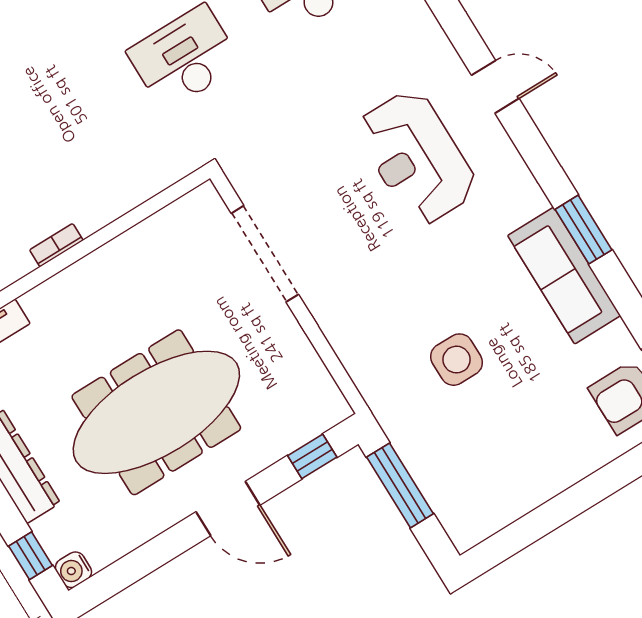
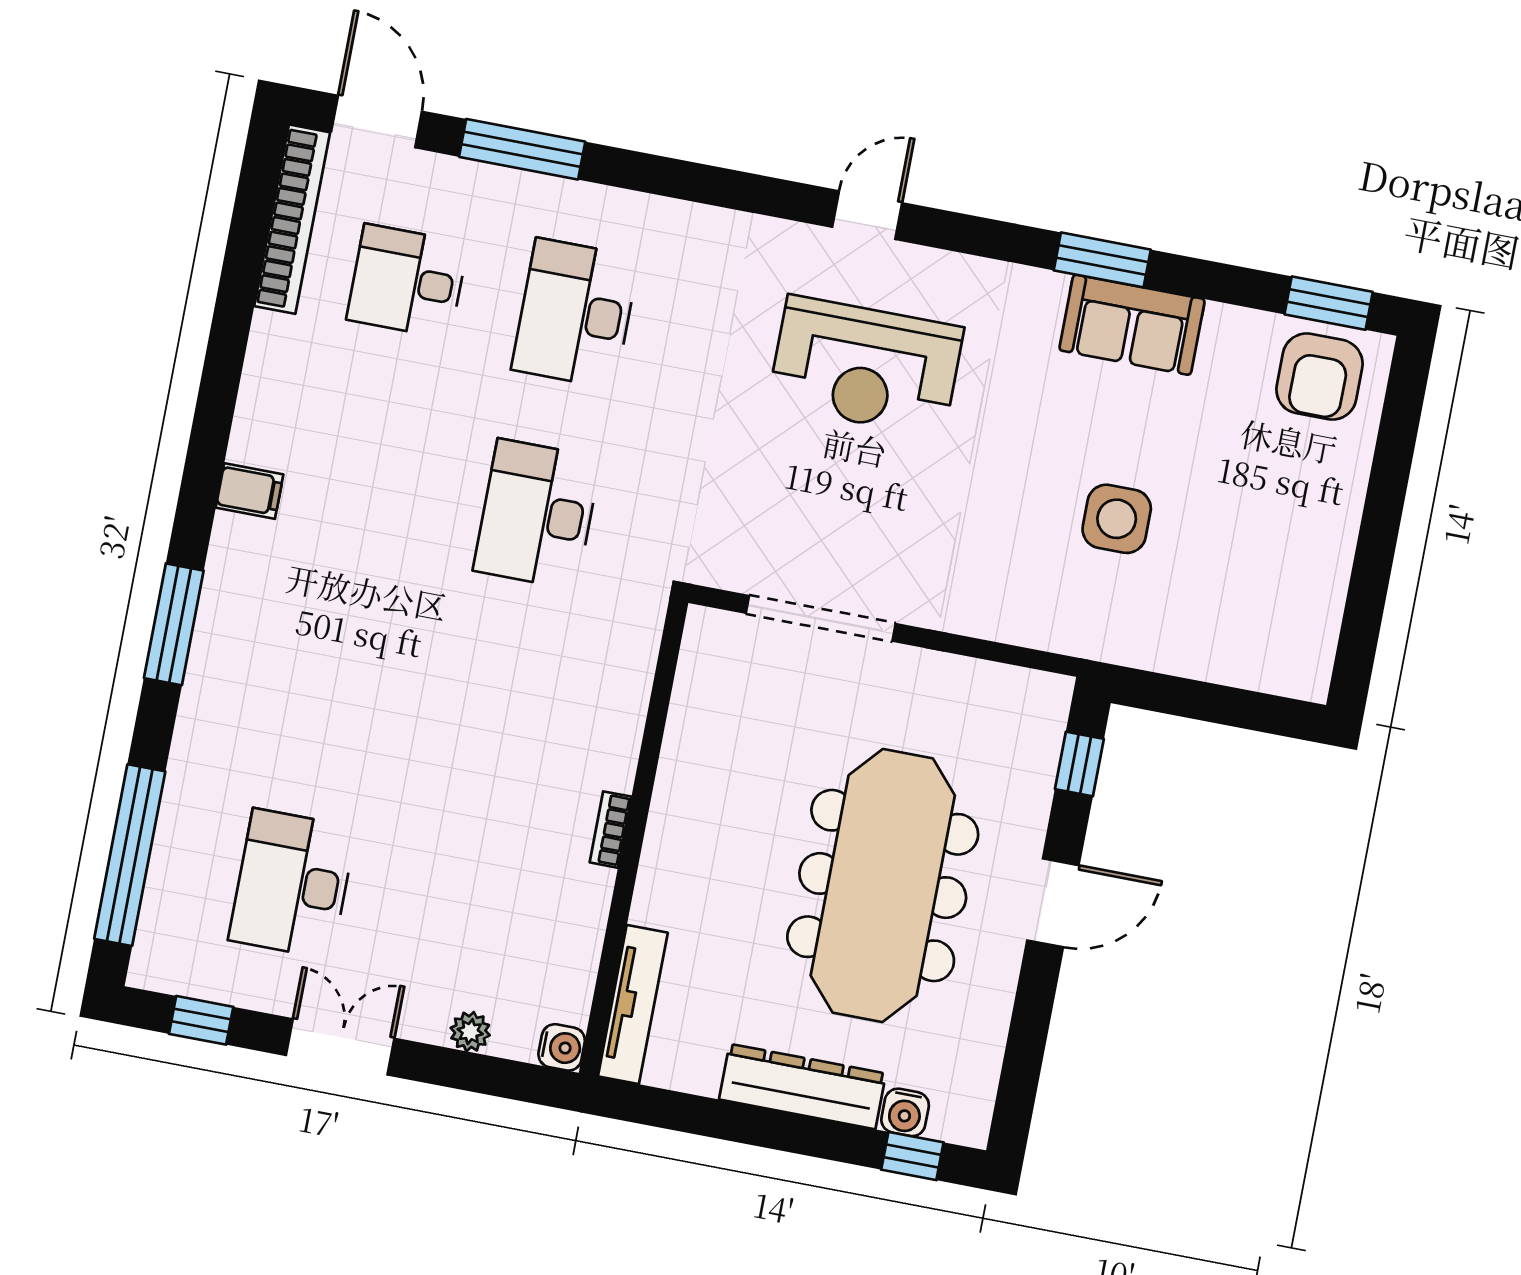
sofa: (564, 276) -> (1132, 325), width x0.73
window: (400, 485) -> (1195, 700), removed
water cooler: (73, 570) -> (905, 1112), moved

